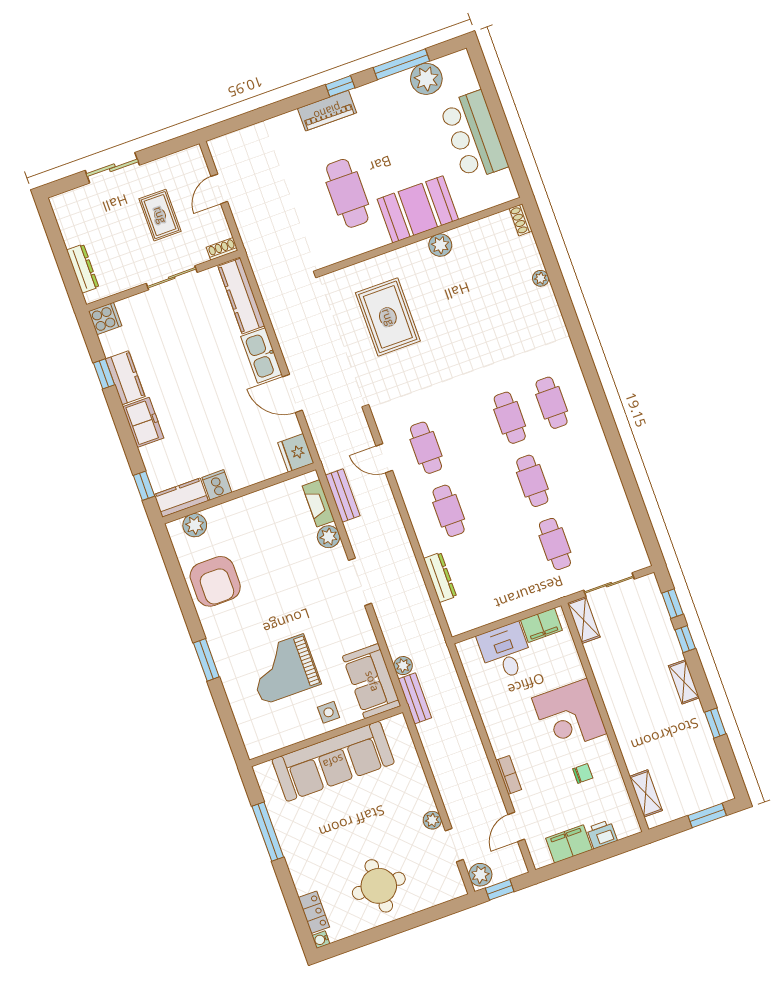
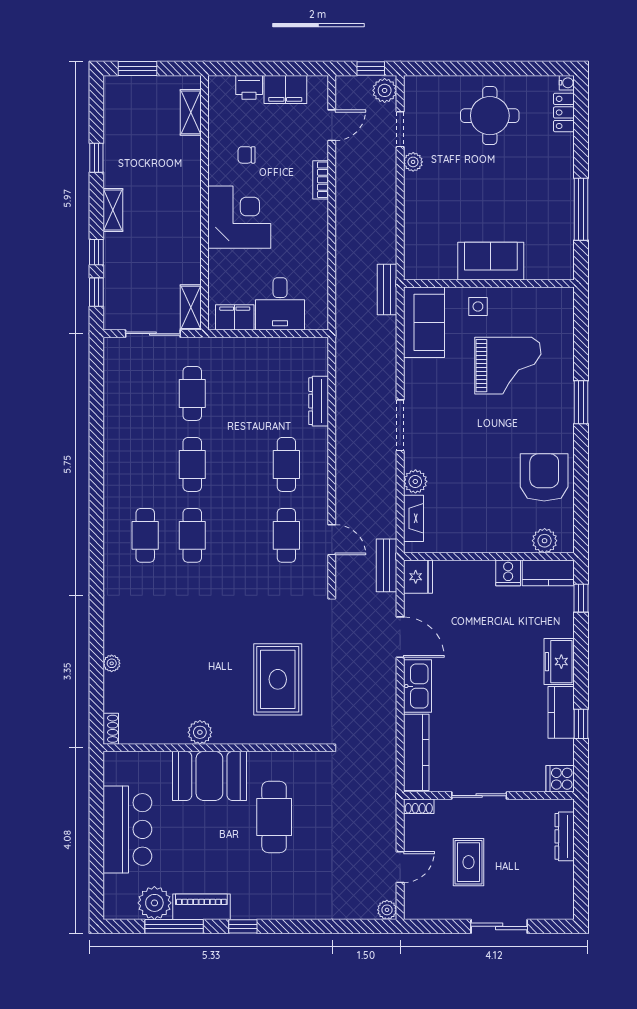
piano: (327, 111) -> (201, 907), moved
bench: (343, 495) -> (387, 565), moved
plant: (403, 666) -> (387, 910), moved
sofa: (333, 761) -> (491, 261), width x0.54, depth x0.79

